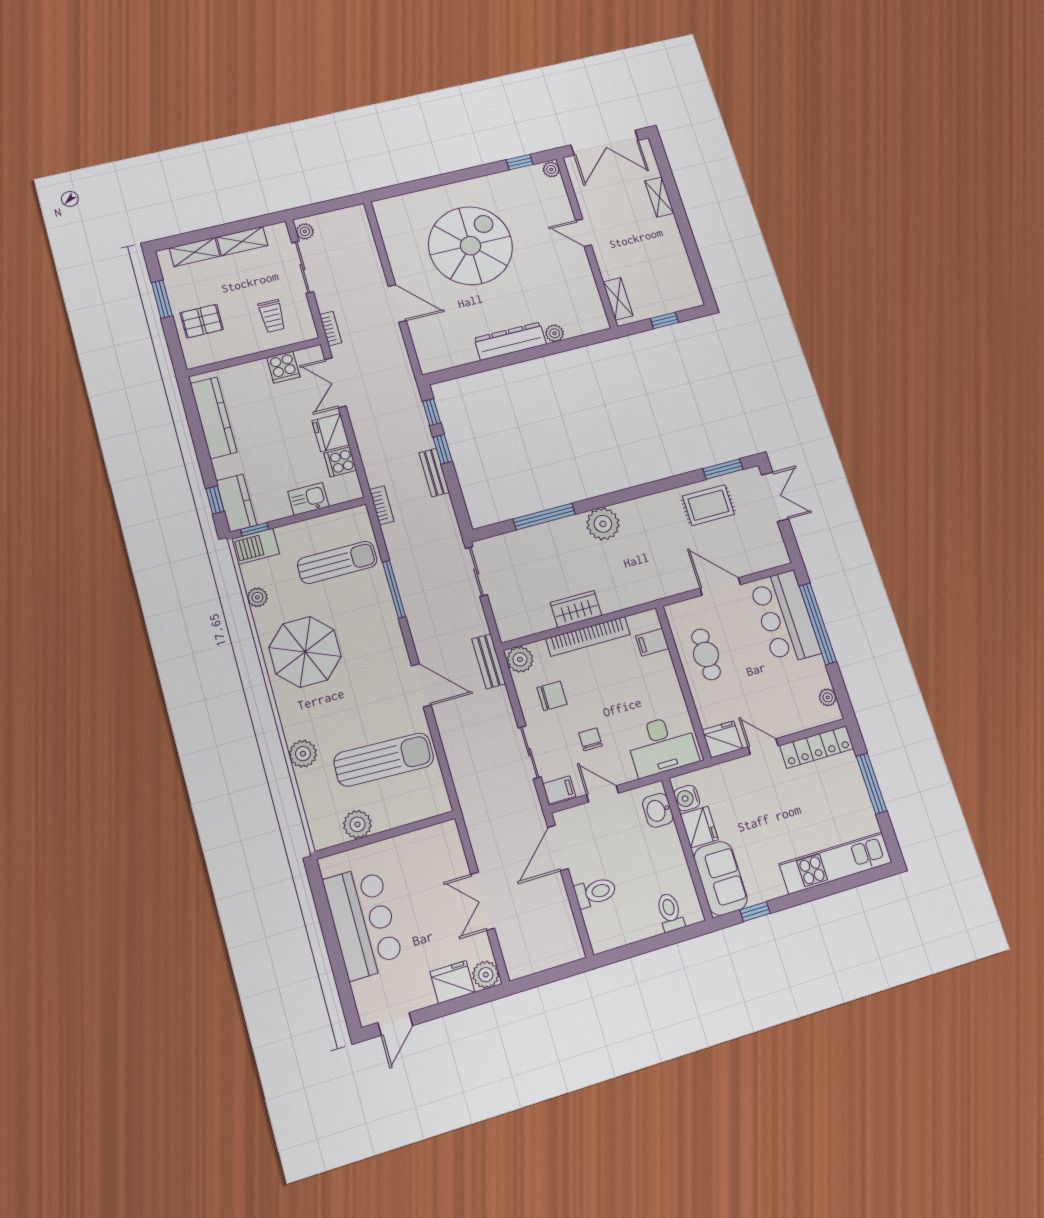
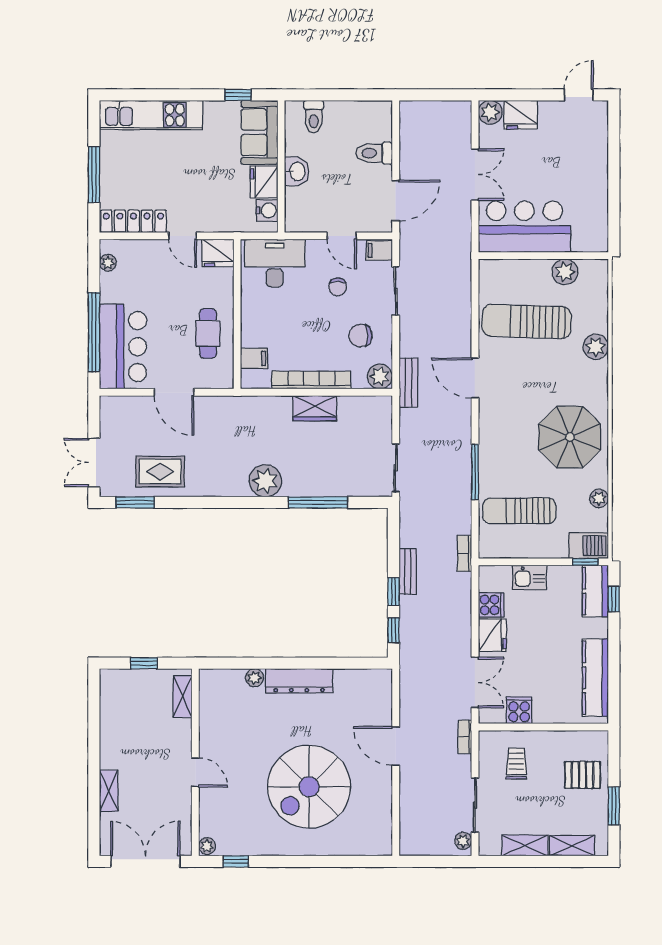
washbasin: (658, 810) -> (297, 171), moved
bar counter: (363, 922) -> (524, 227), moved, turned 90

